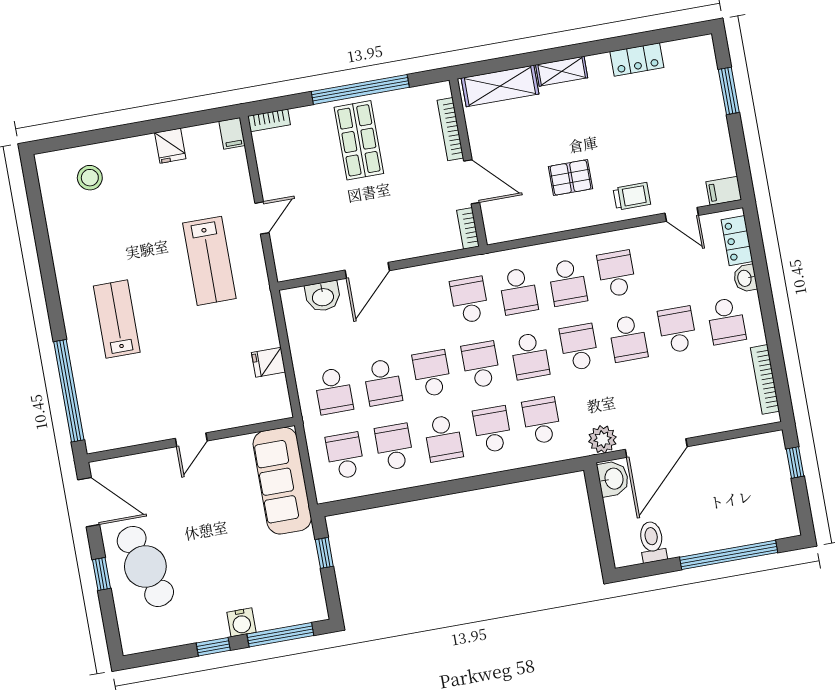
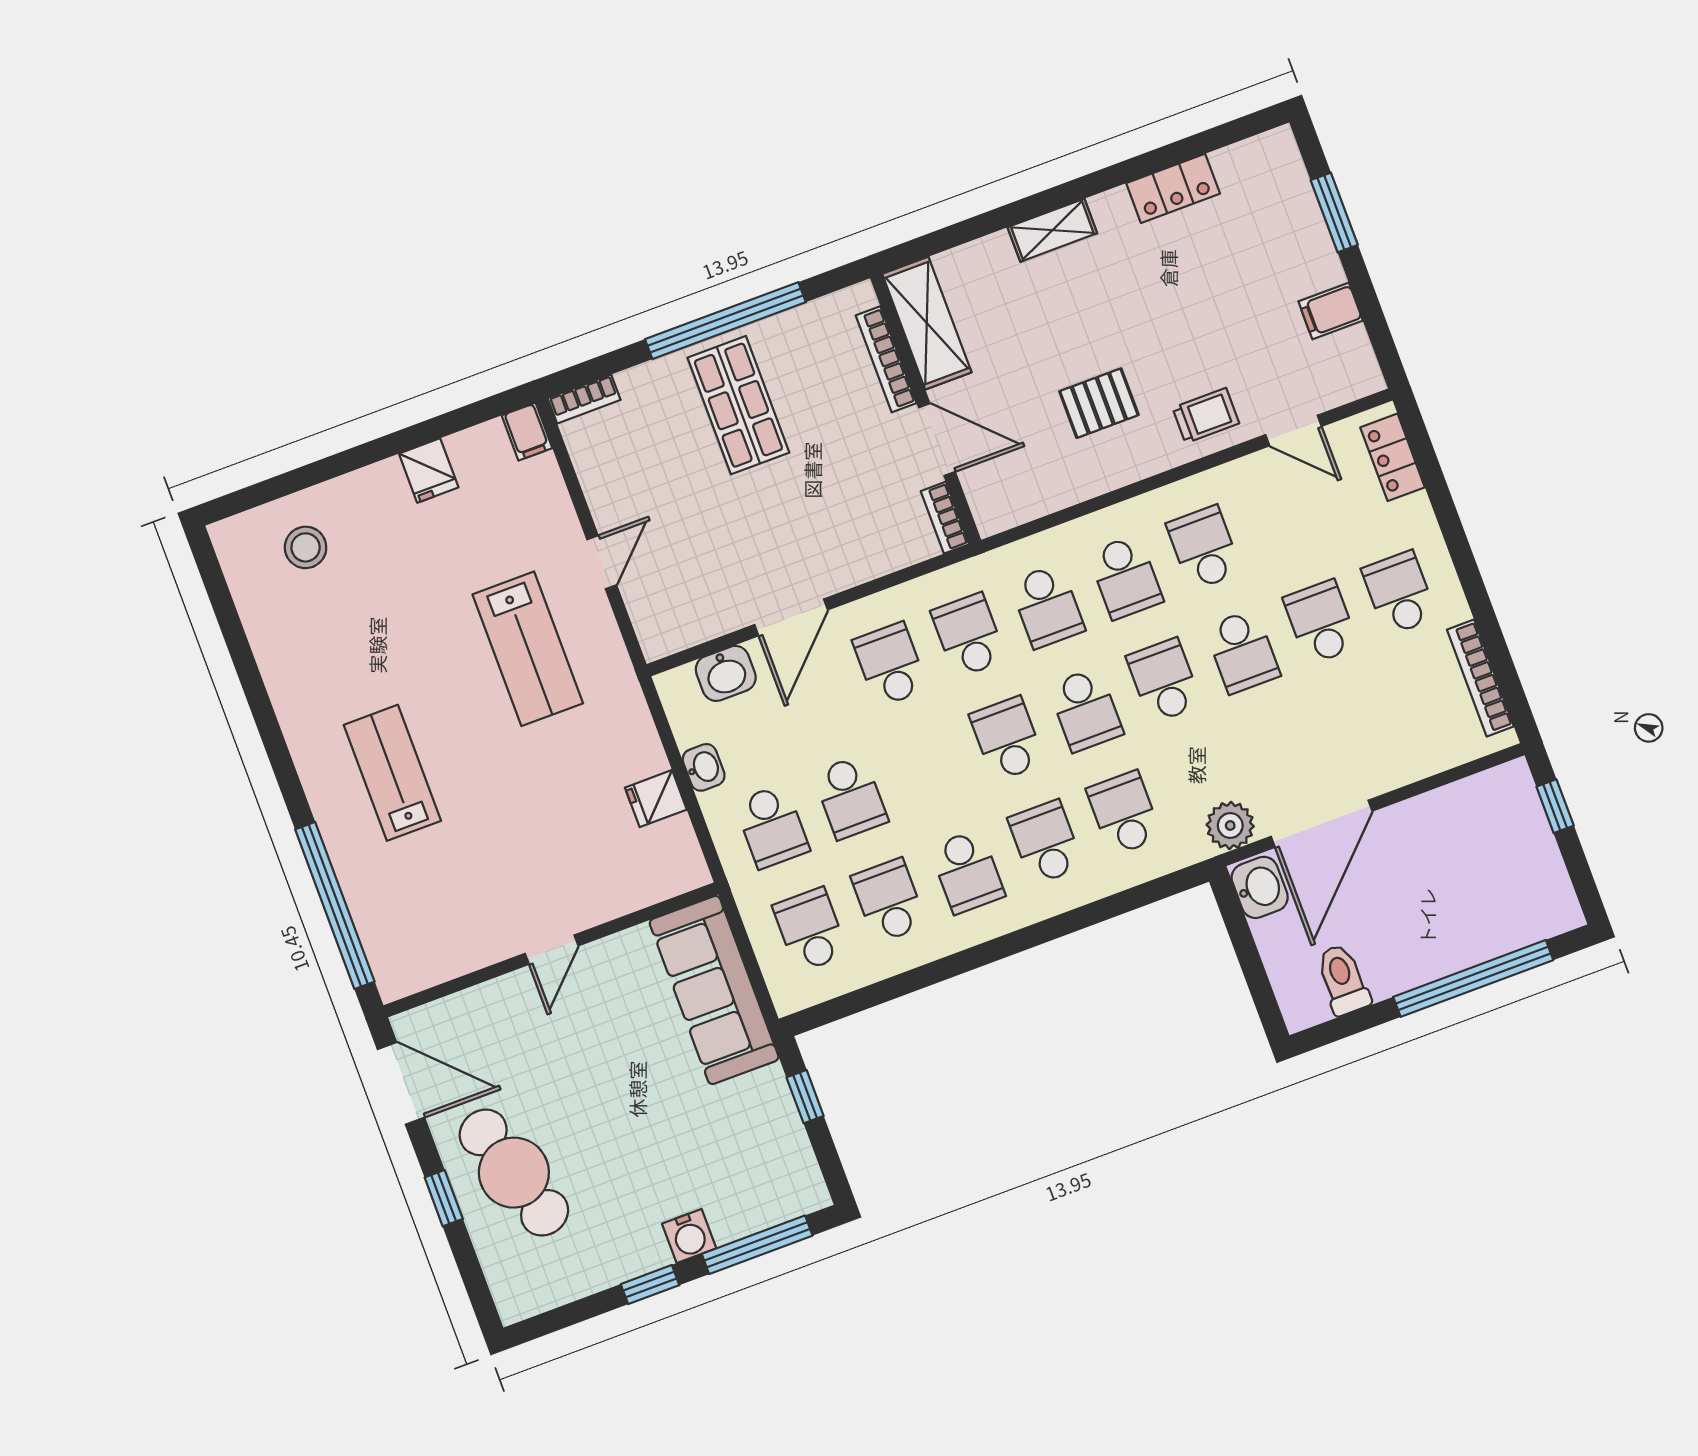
shelving: (500, 86) -> (927, 323), moved, turned 90
filing cabinet: (724, 191) -> (1331, 311), moved
washbasin: (745, 278) -> (704, 767), moved, turned 180
school desk: (726, 321) -> (1399, 593), turned 180
school desk: (432, 373) -> (890, 665), moved

